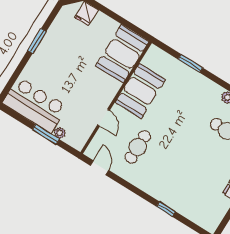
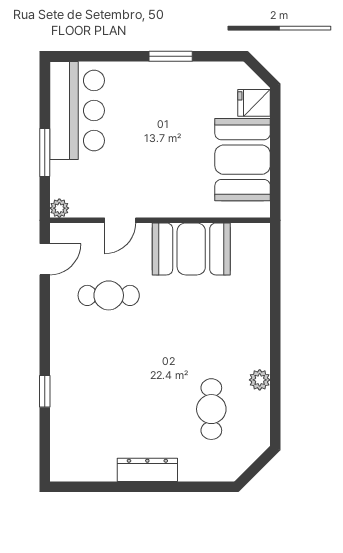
booth: (122, 54) -> (243, 160), moved, turned 90
window: (190, 63) -> (275, 296), removed
plant: (60, 133) -> (59, 208), moved

